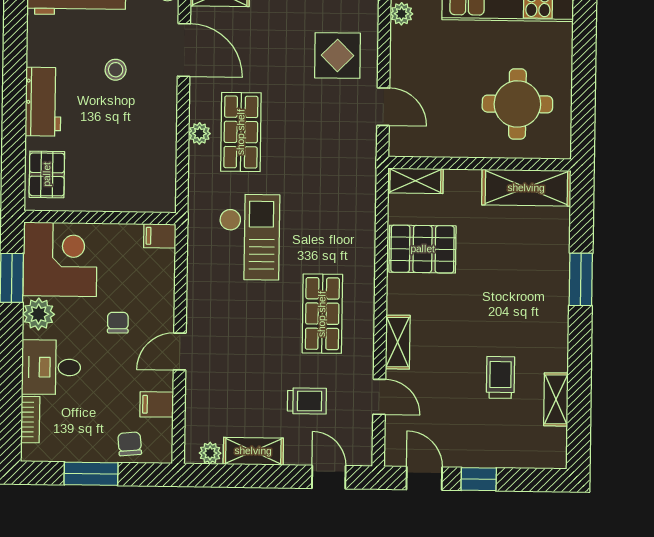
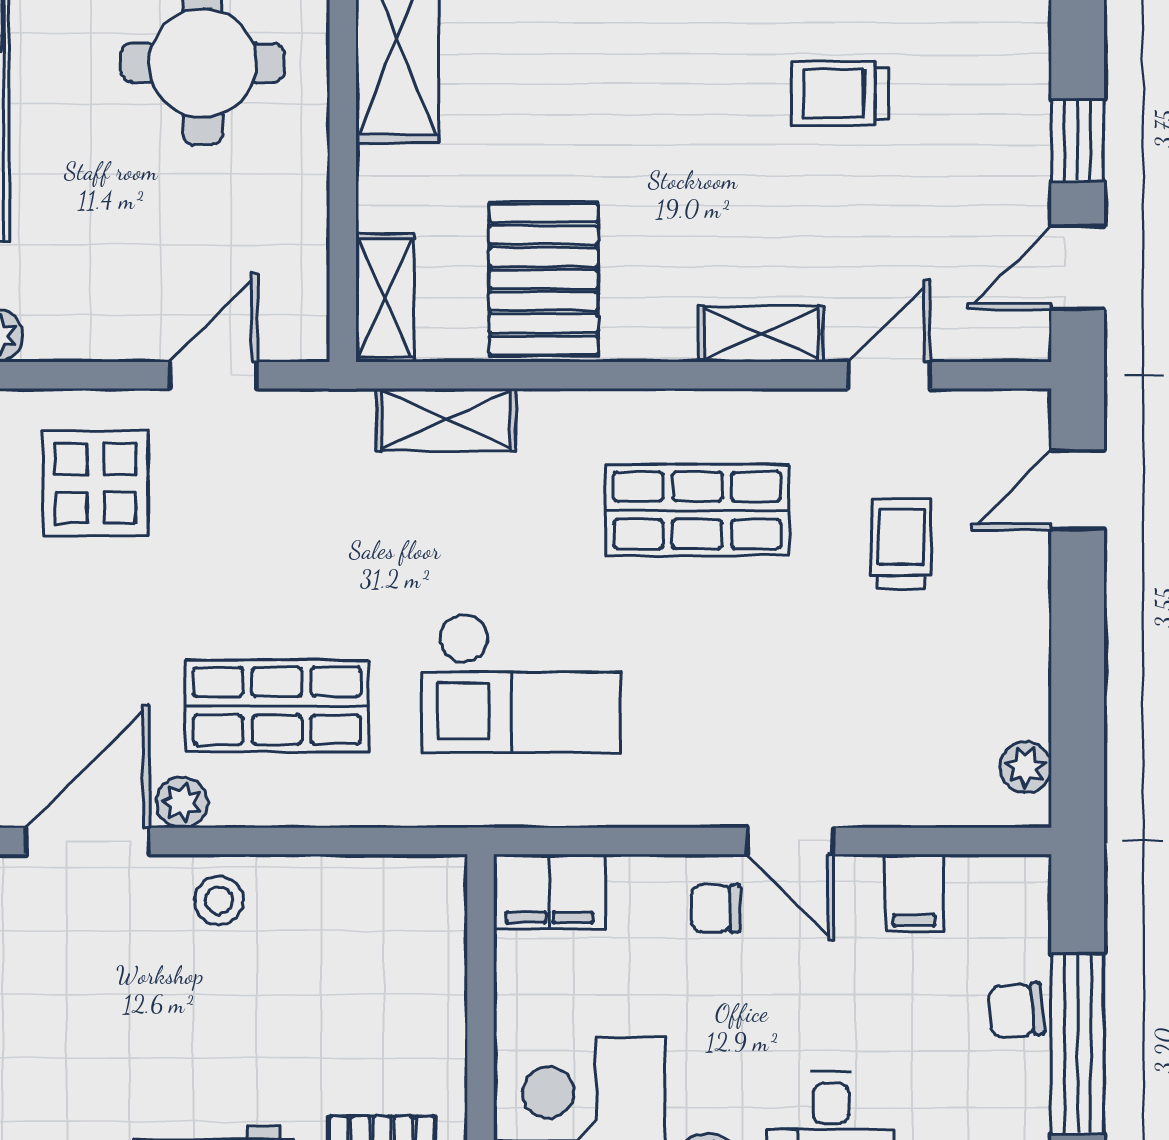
stool: (116, 70) -> (219, 900), moved
plant: (199, 133) -> (182, 802), moved
filing cabinet: (160, 236) -> (550, 891), width x2.00
checkout: (249, 237) -> (521, 683), turned 180
chair: (118, 323) -> (716, 908), moved
chair: (130, 444) -> (1017, 1010), moved
shelving: (253, 451) -> (446, 420), moved, turned 90
window: (91, 474) -> (1078, 1044), width x1.44

